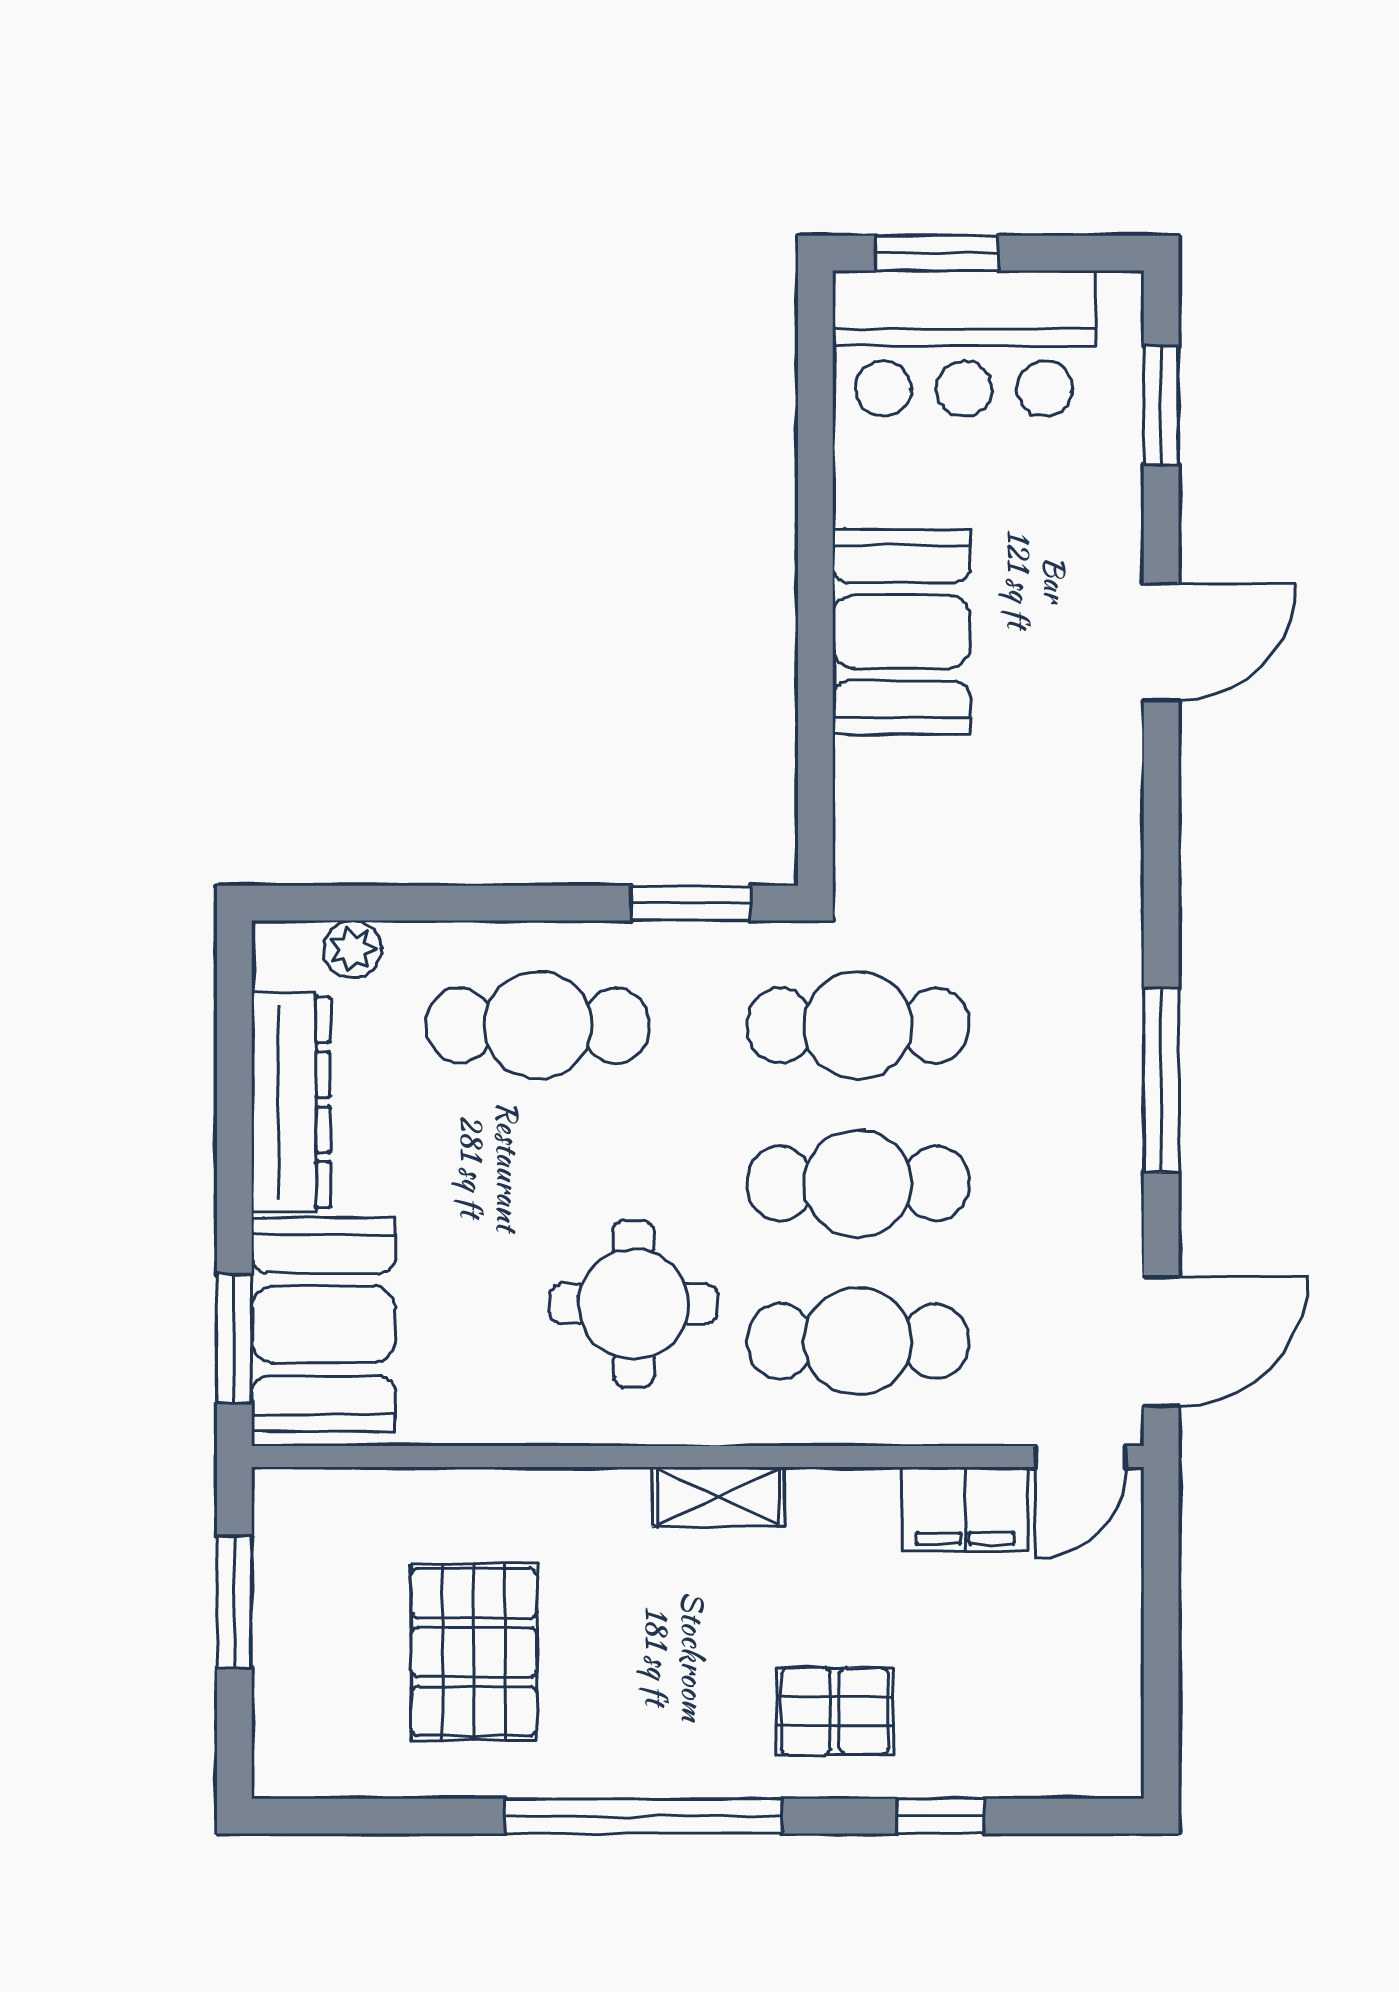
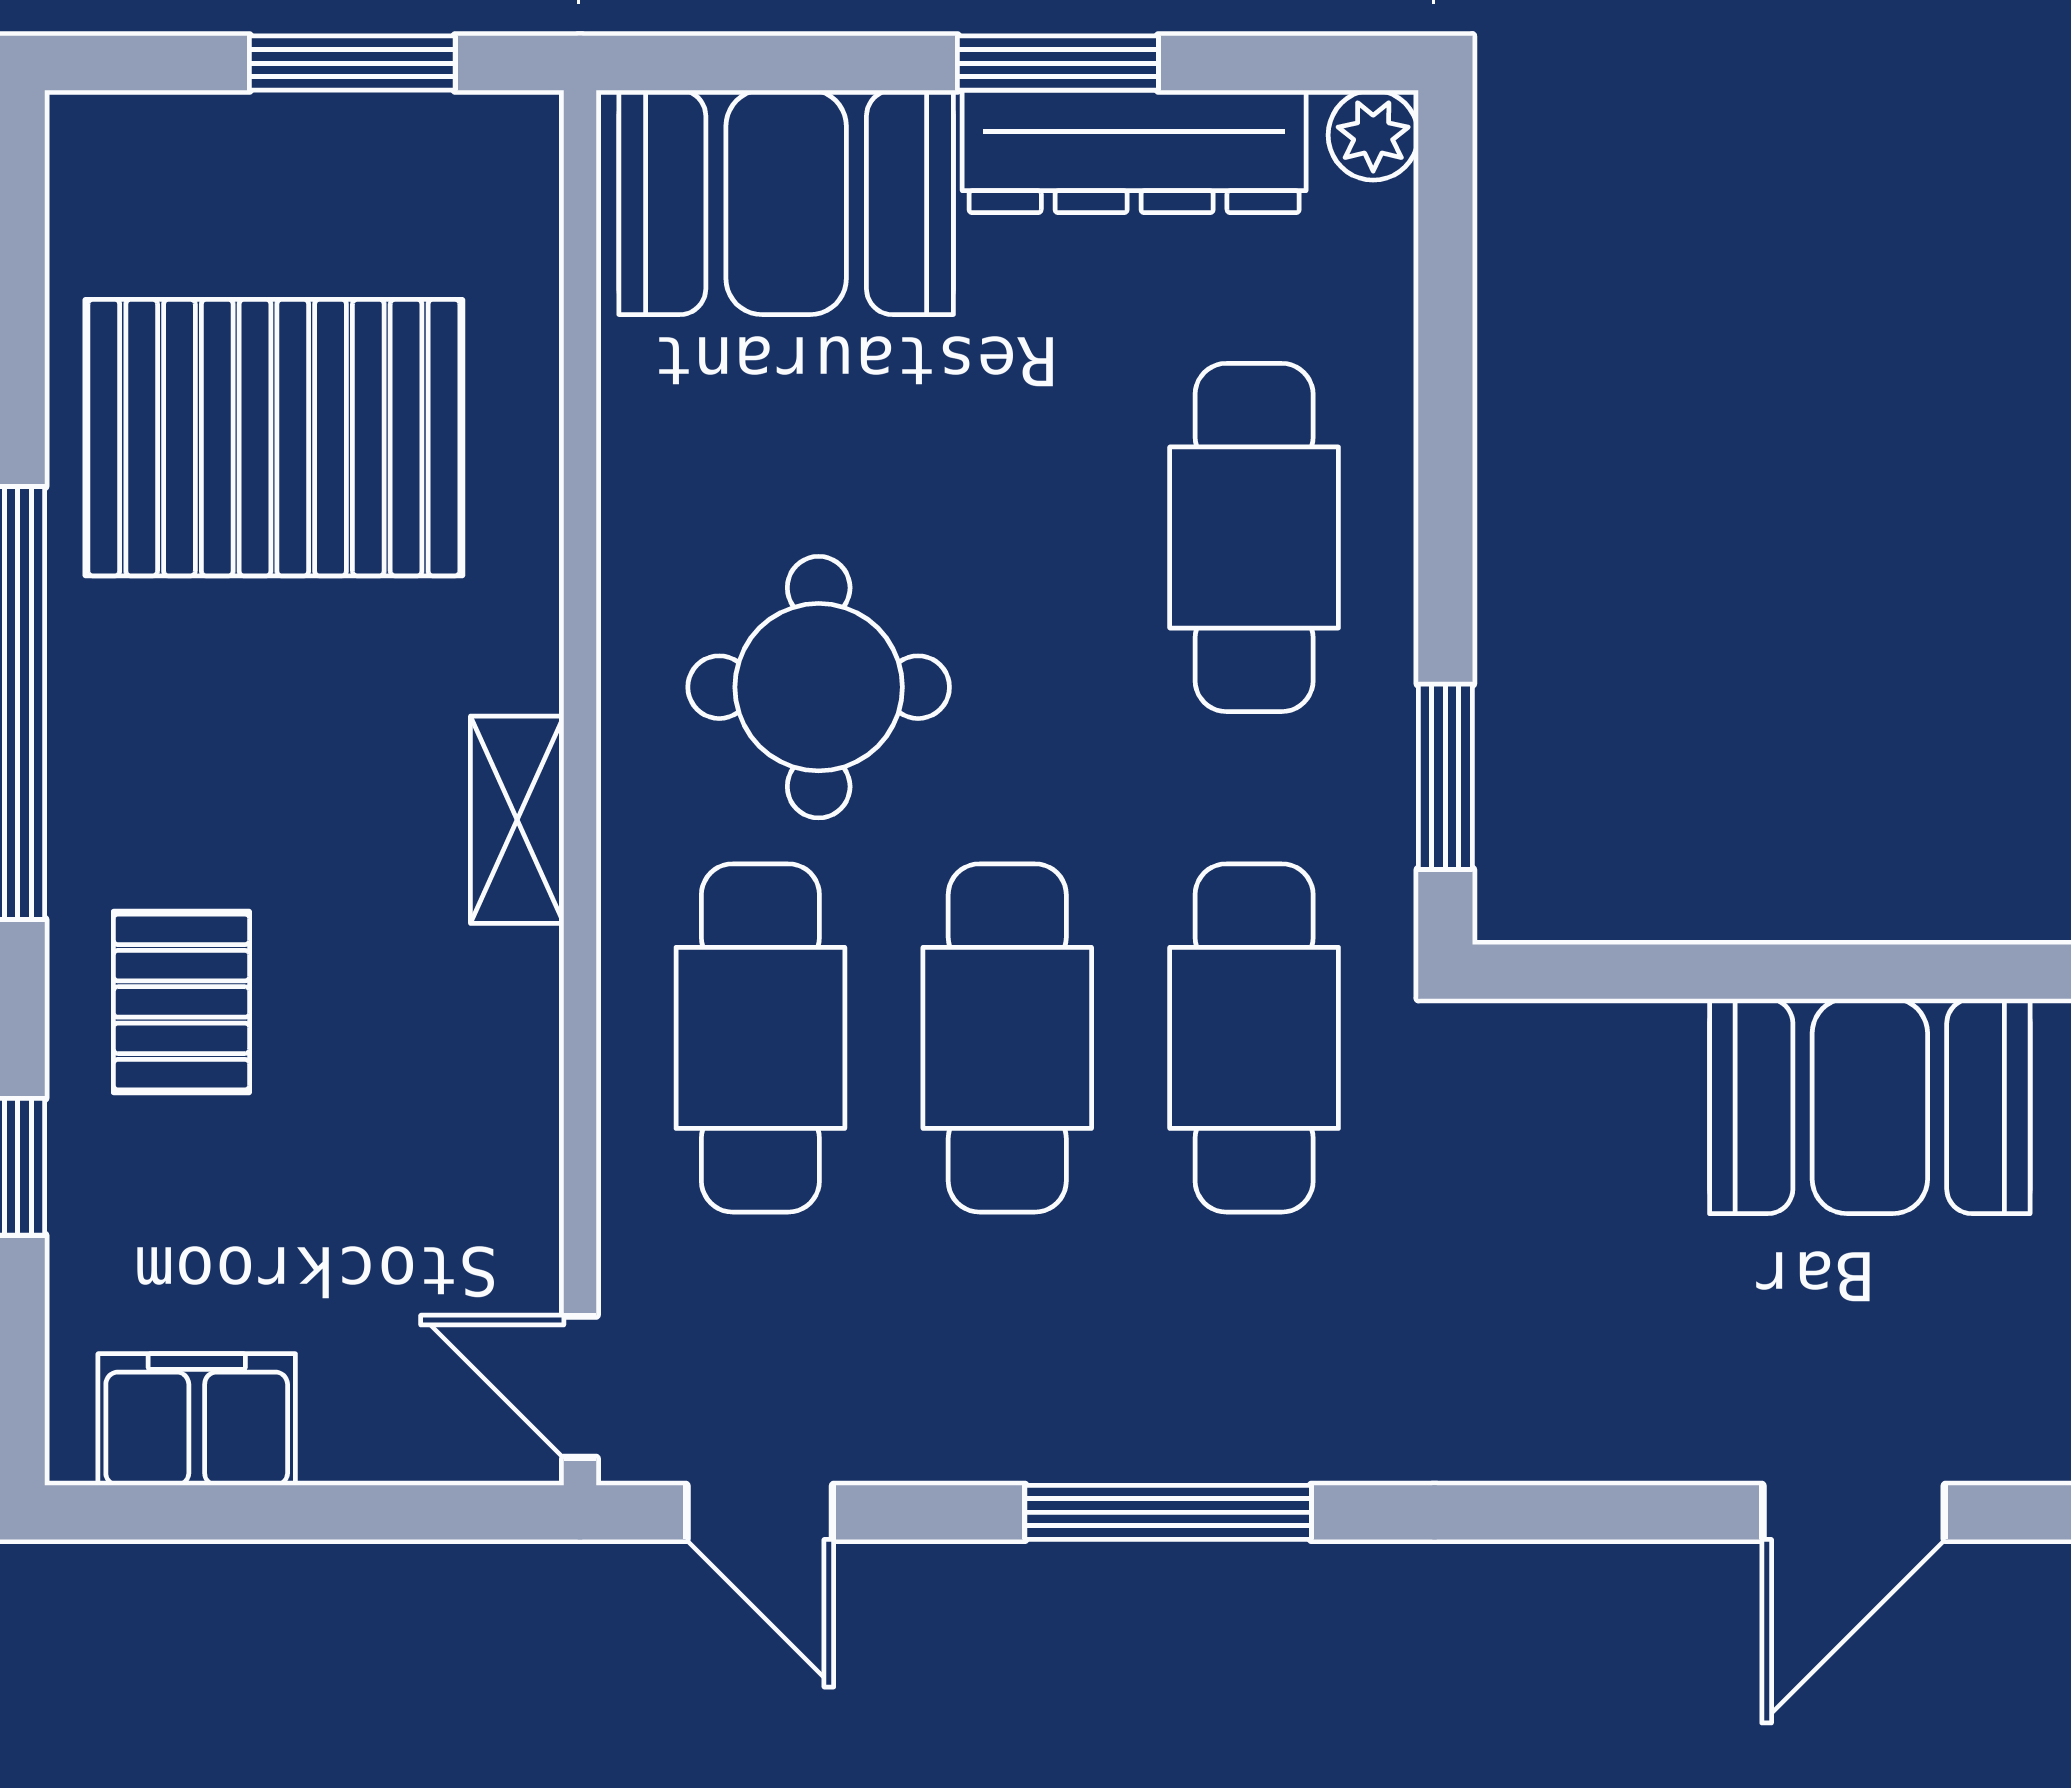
door: (1161, 642) -> (1854, 1512), hinge flipped
plant: (353, 949) -> (1373, 135), moved
window: (234, 1338) -> (1058, 63), moved
door: (1161, 1341) -> (760, 1512), width x0.73
filing cabinet: (965, 1509) -> (197, 1419), moved, turned 90
pallet: (474, 1652) -> (274, 438), width x1.37, depth x1.41

